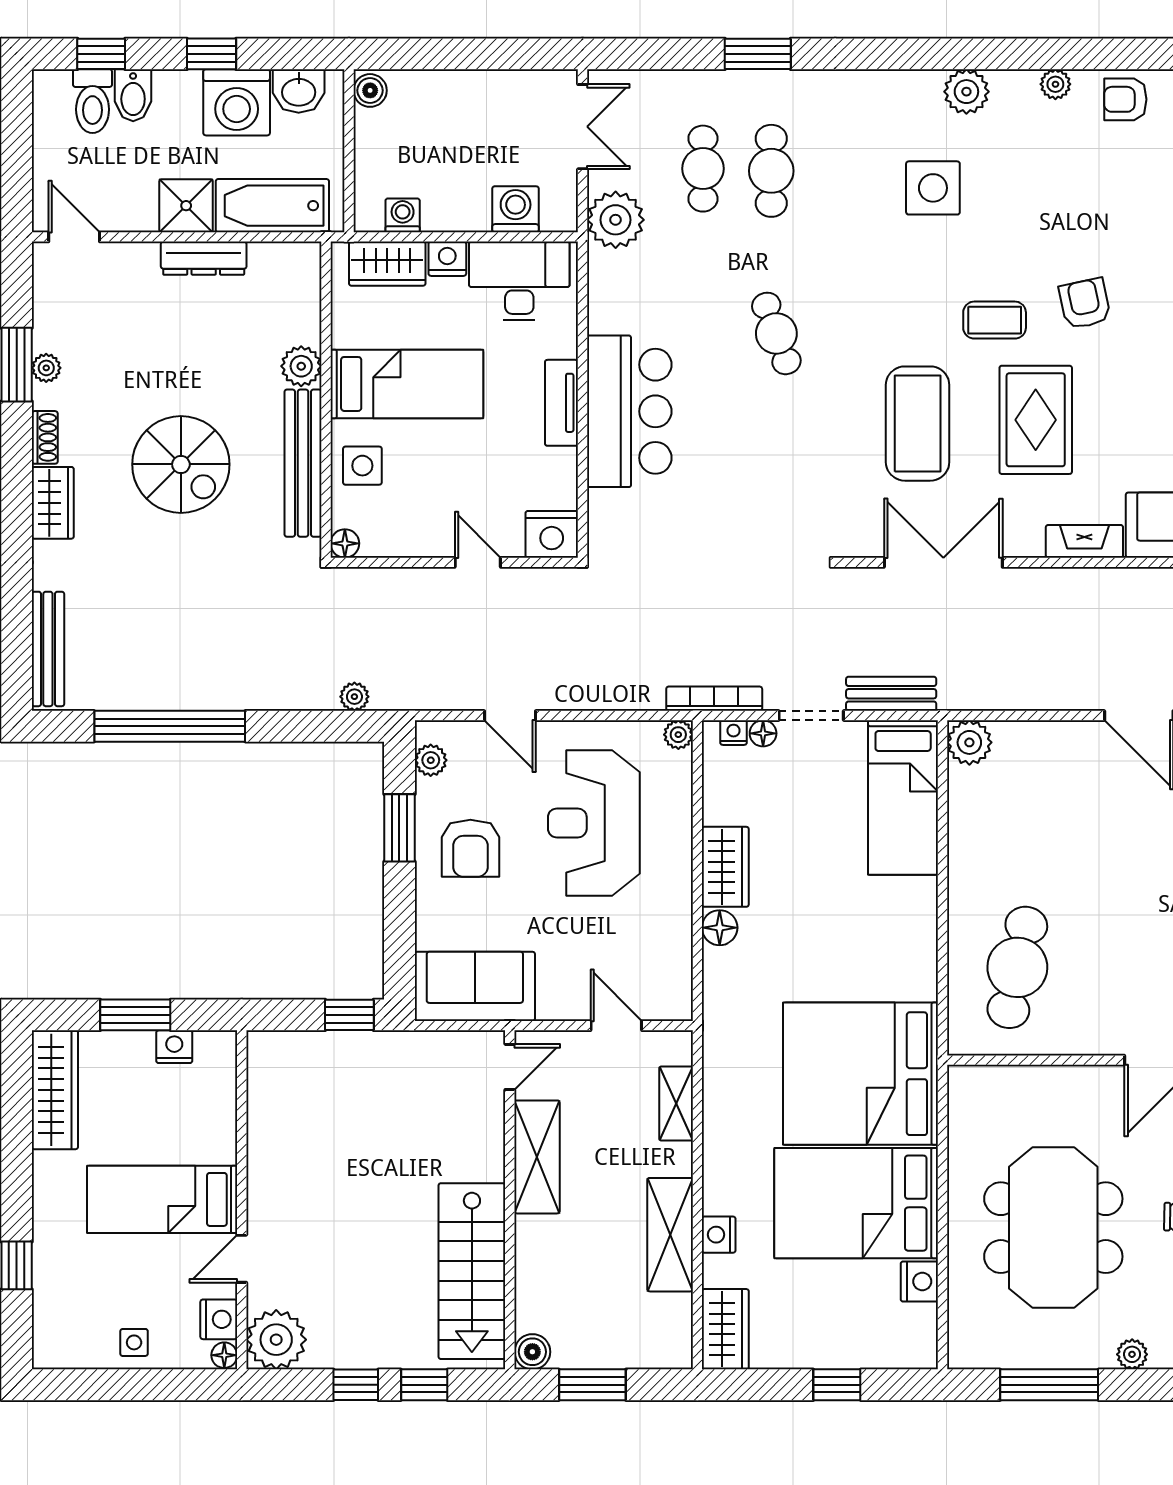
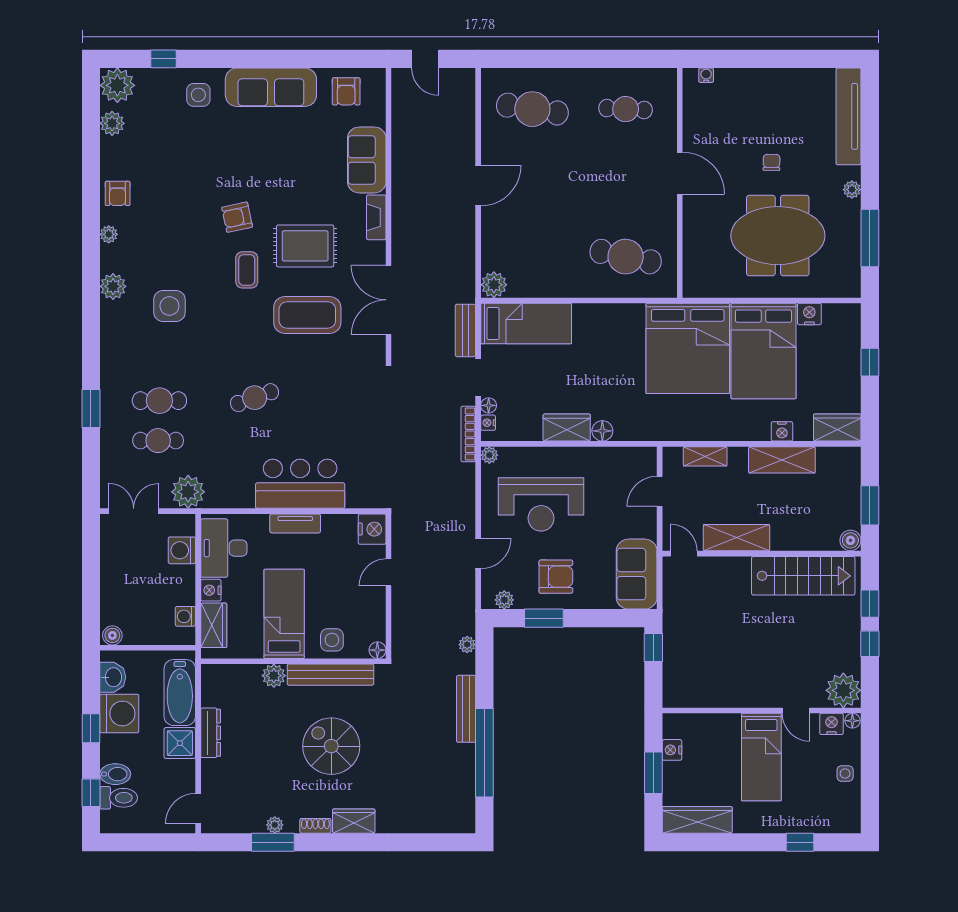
spiral stairs: (181, 464) -> (331, 746), turned -90
bench: (48, 649) -> (466, 709), moved, turned 90

